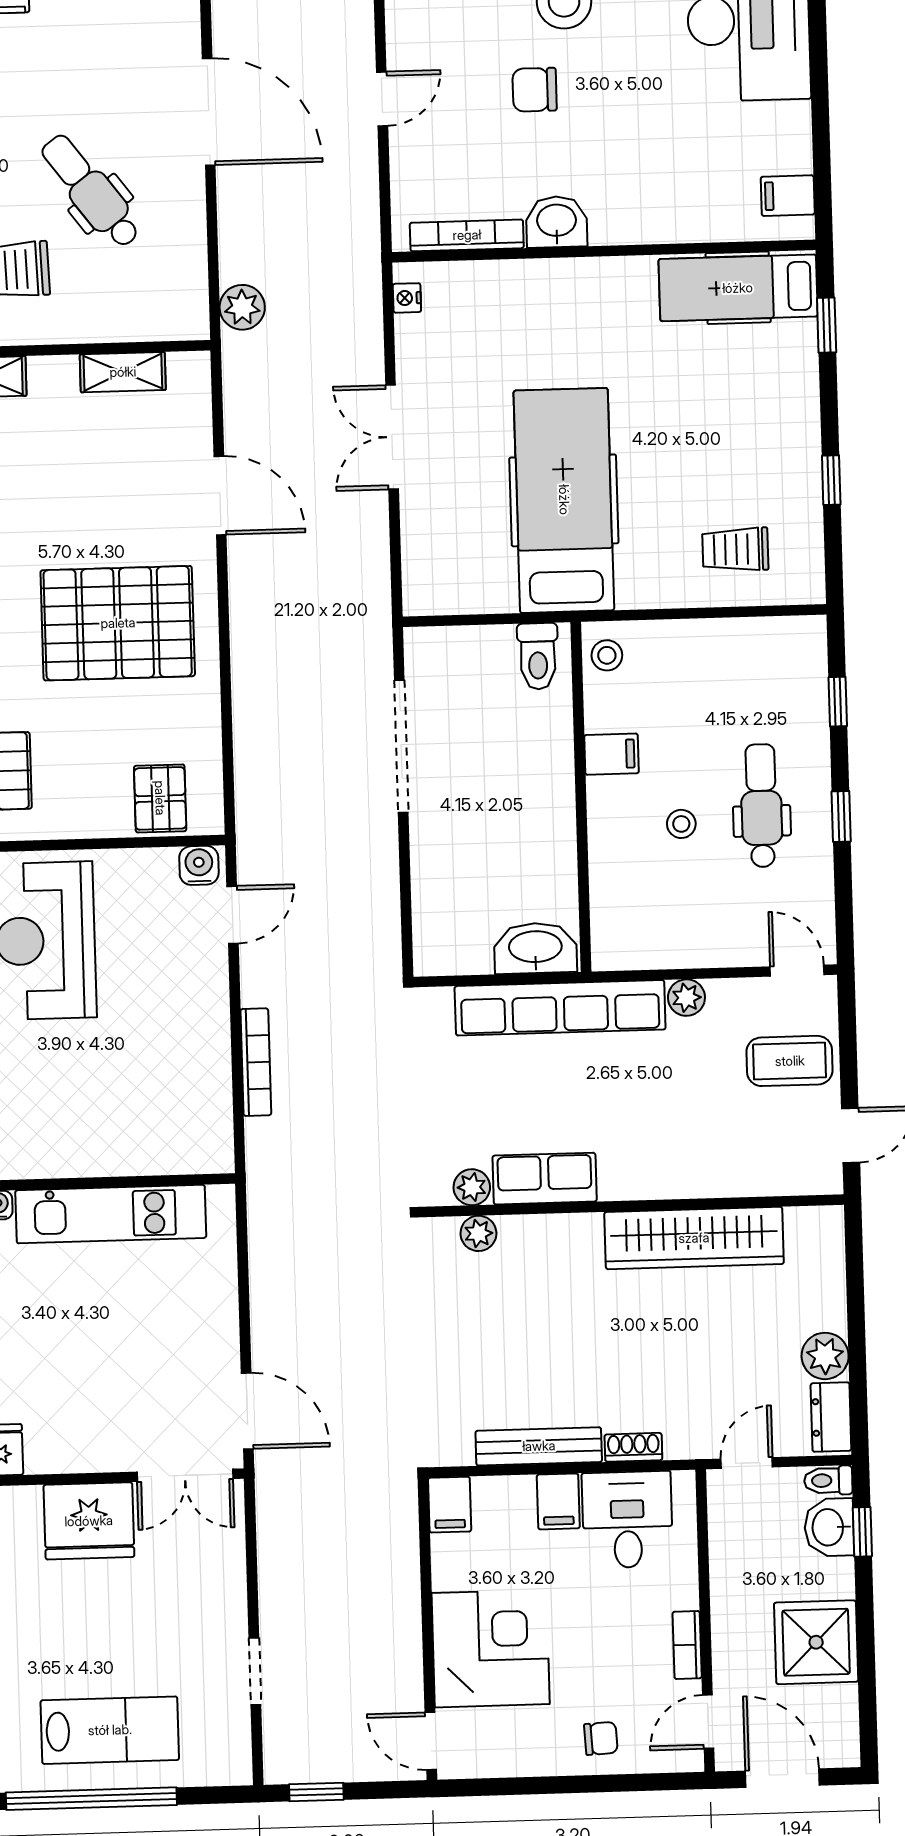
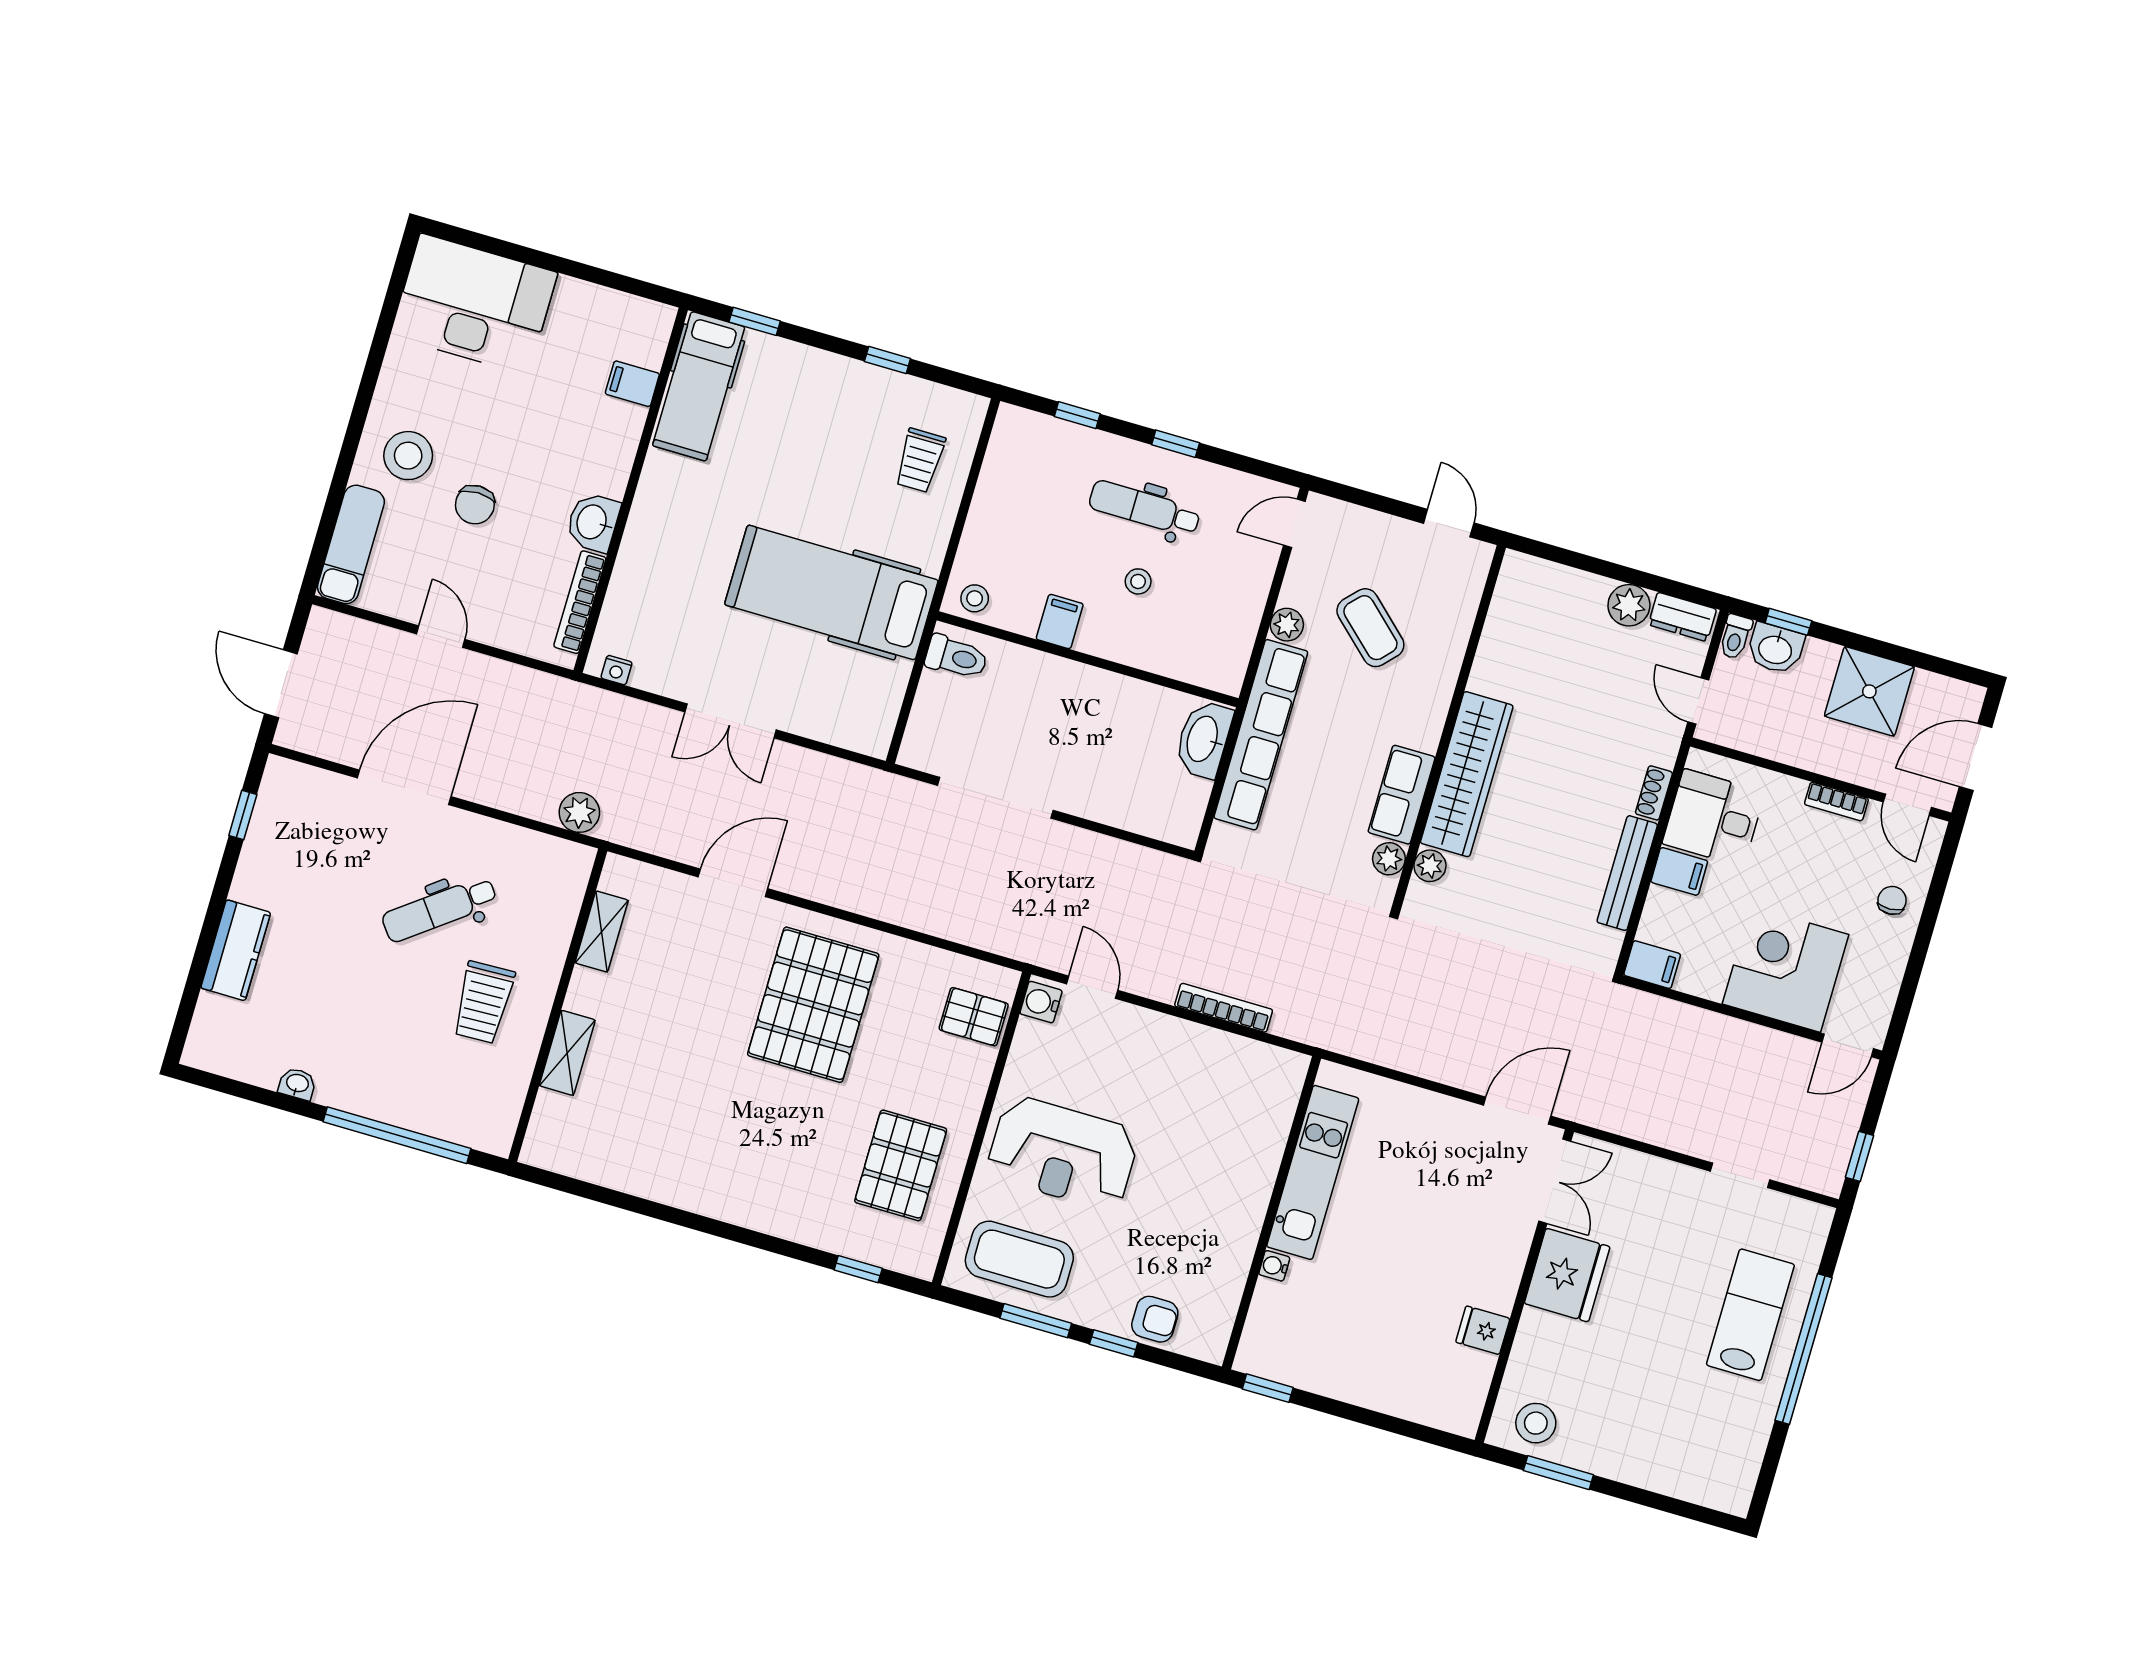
filing cabinet: (788, 196) -> (632, 384), moved, turned 90
coffee table: (790, 1061) -> (1370, 628), moved, turned -47
wardrobe: (694, 1238) -> (1467, 774), moved

